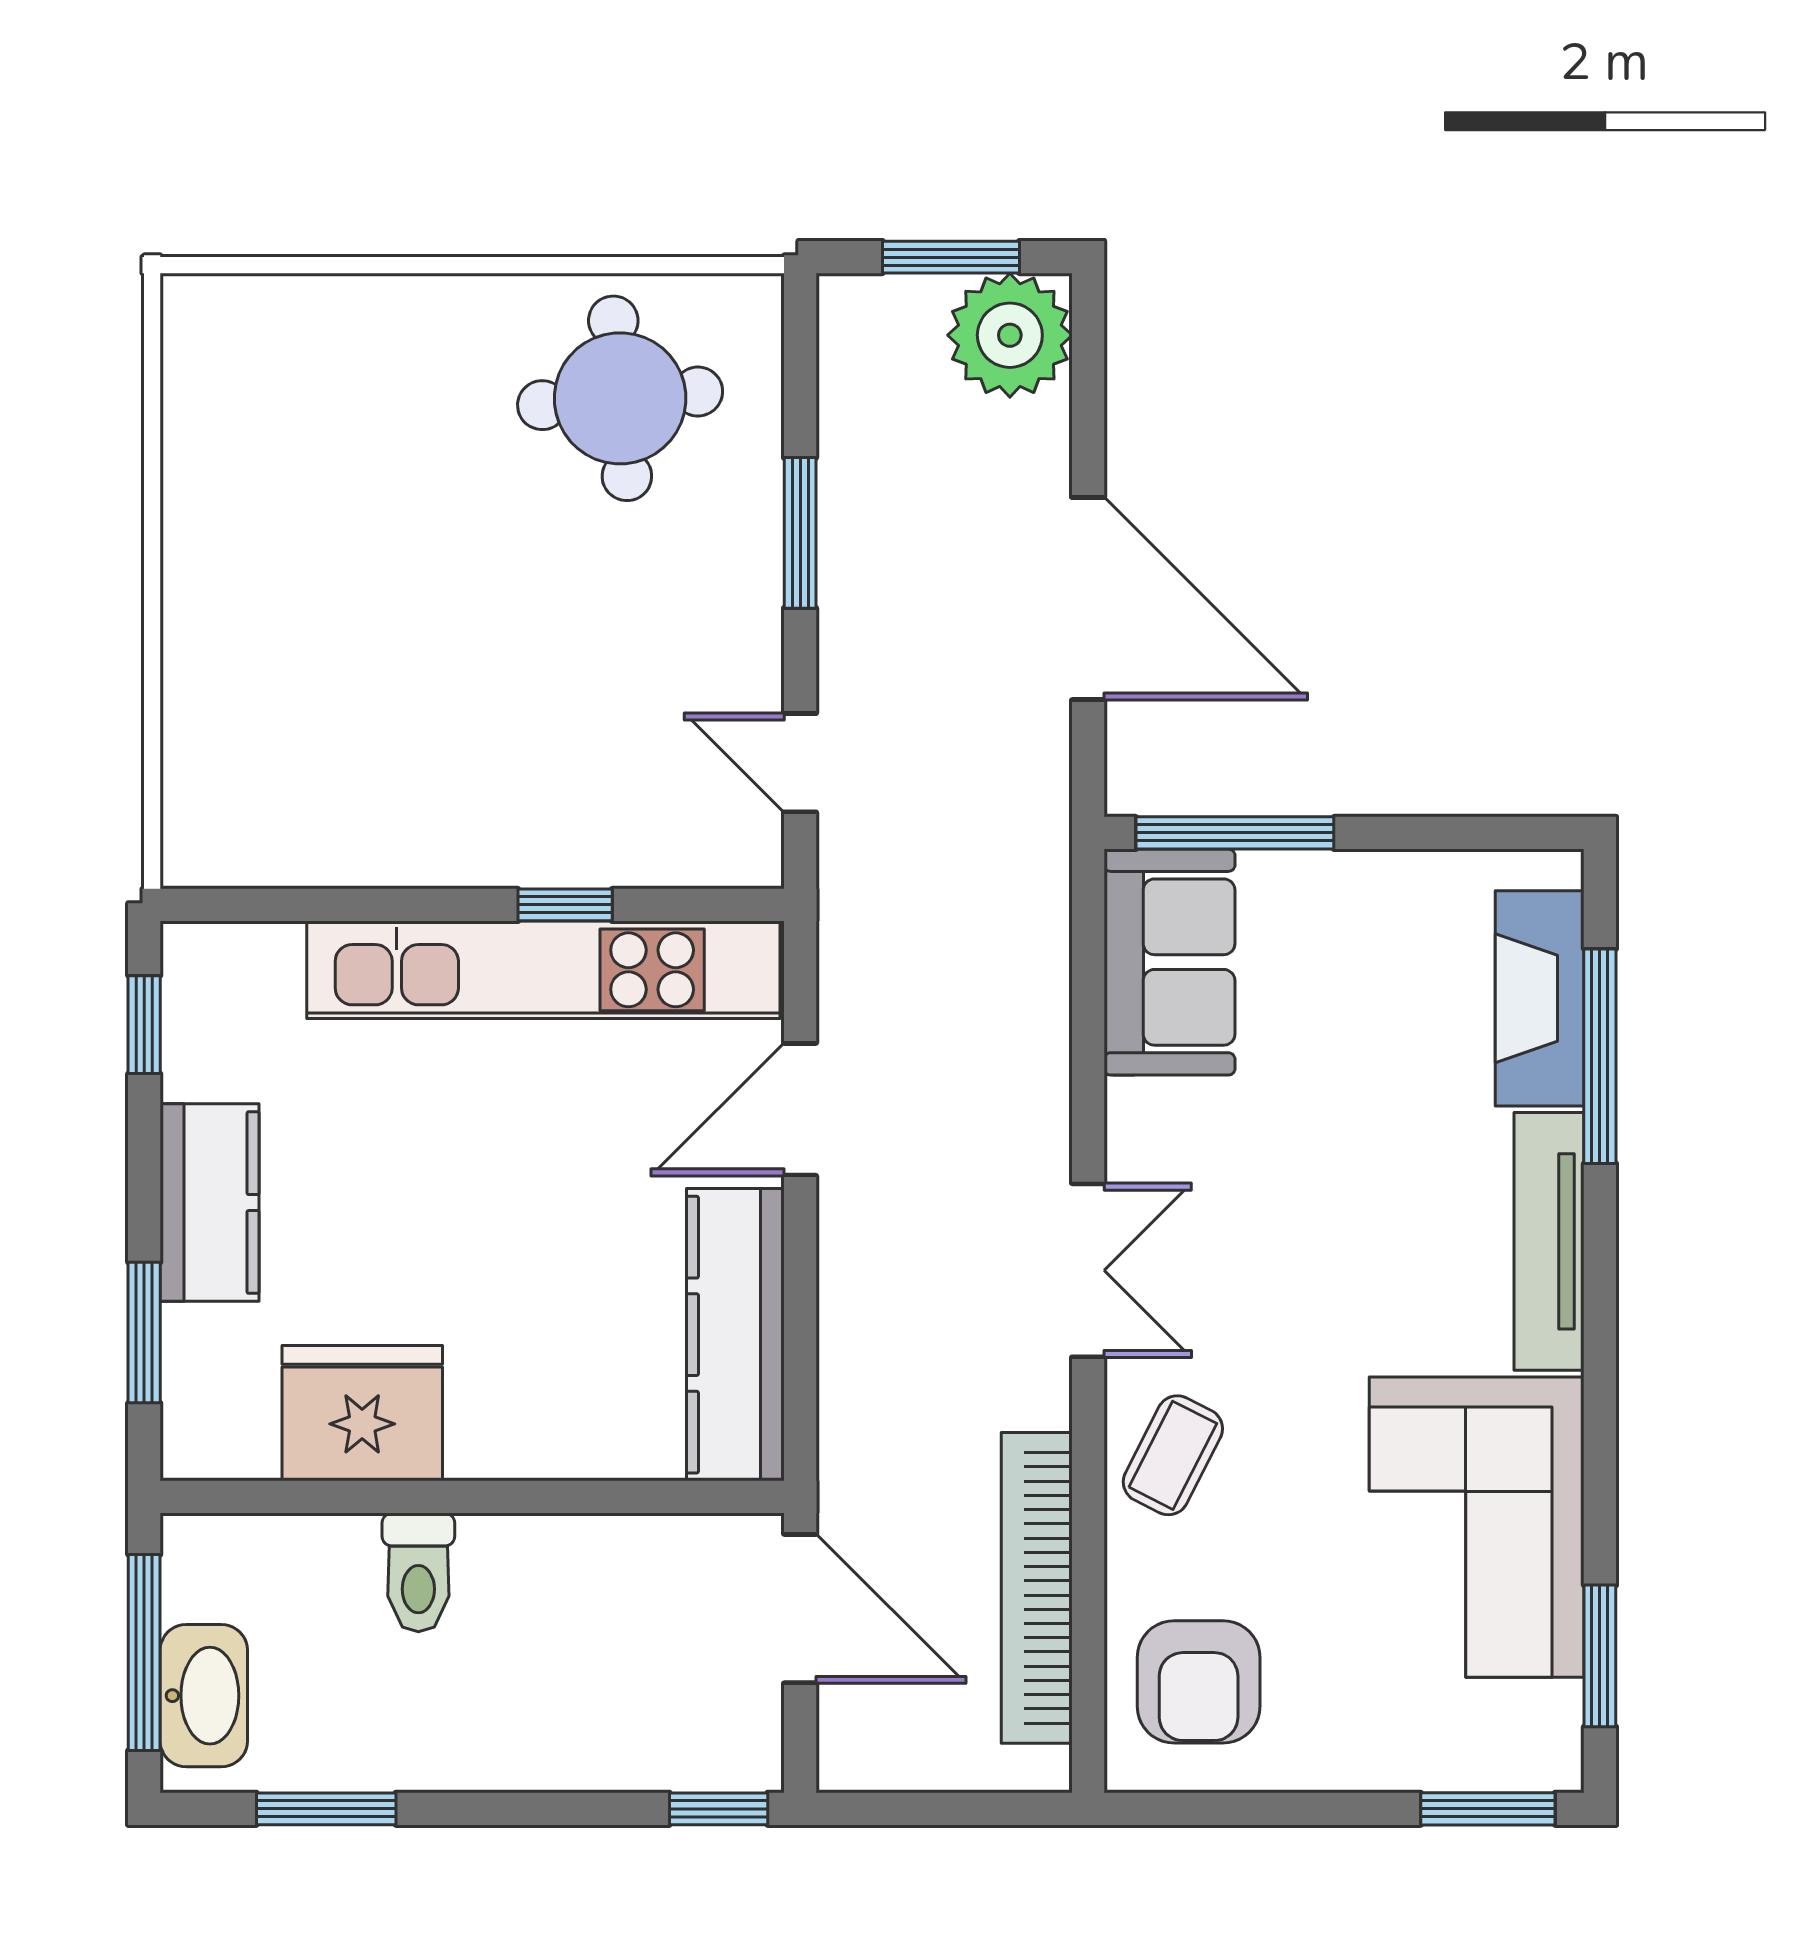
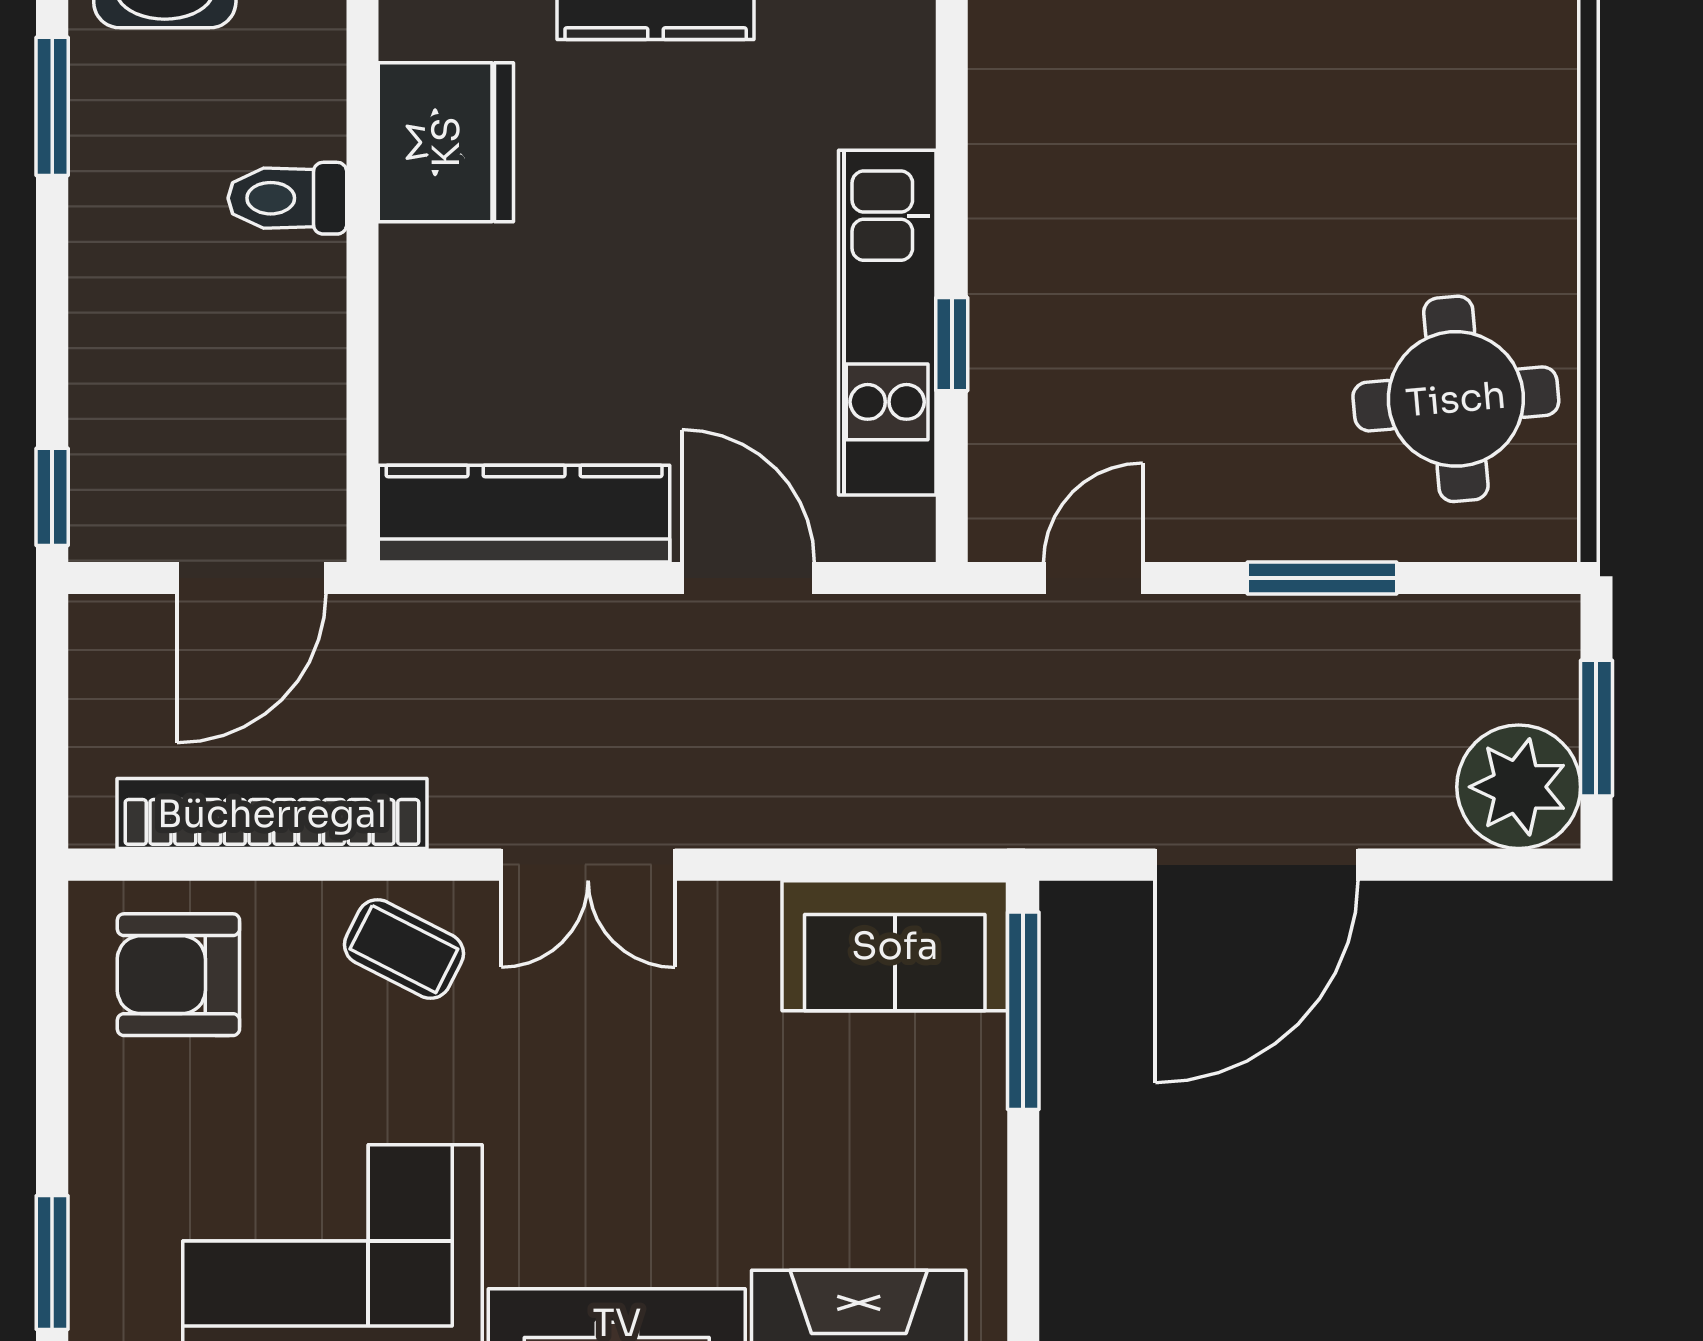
kitchen unit: (543, 970) -> (887, 323), width x0.73

